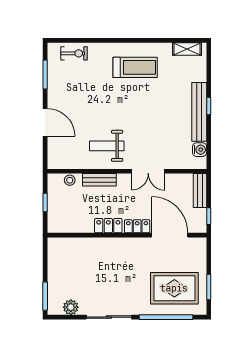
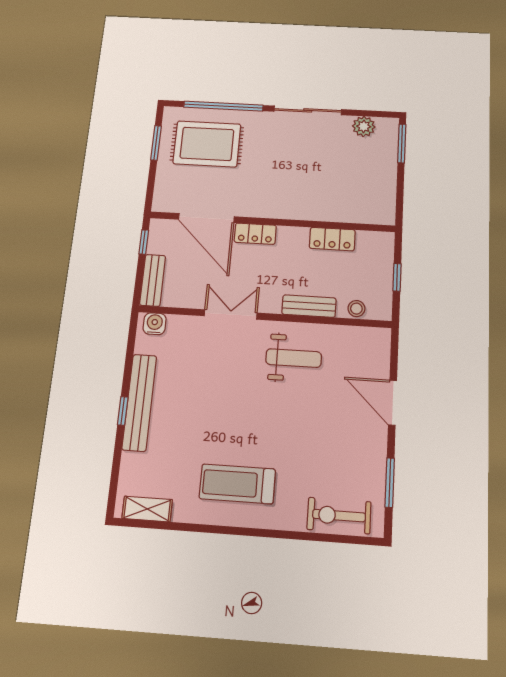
exercise bike: (74, 53) -> (339, 516), width x1.38, depth x1.39
water cooler: (200, 150) -> (155, 324), moved, turned 90
locker: (108, 226) -> (332, 239), moved

